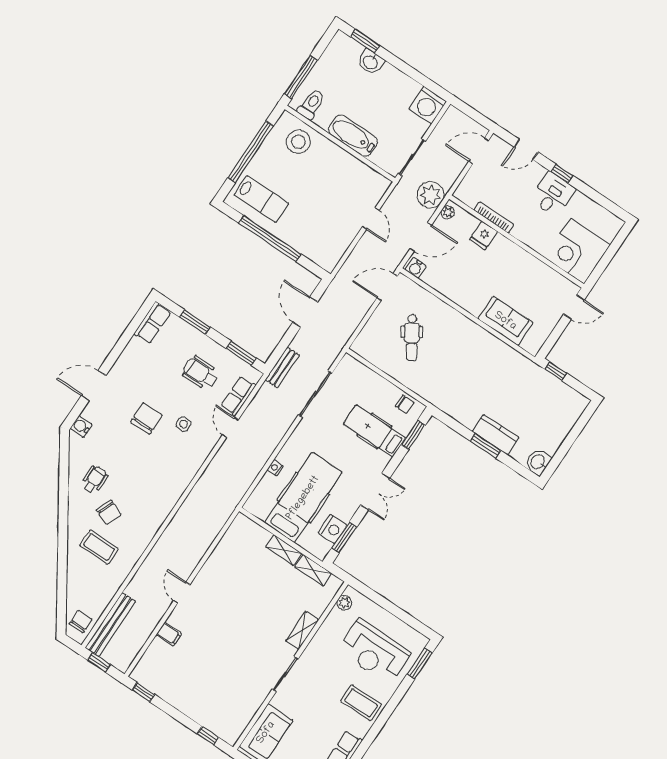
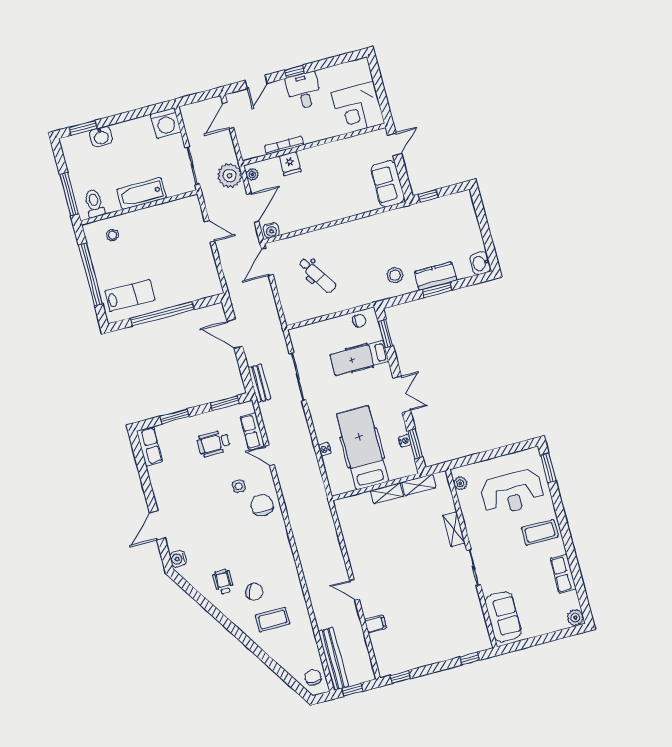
stool: (298, 142) -> (113, 235), width x0.53, depth x0.53
sofa: (505, 321) -> (388, 184), moved, turned -90
stool: (468, 401) -> (395, 275), added
chair: (146, 418) -> (262, 505), moved
nightstand: (333, 529) -> (405, 441), width x0.53, depth x0.56

